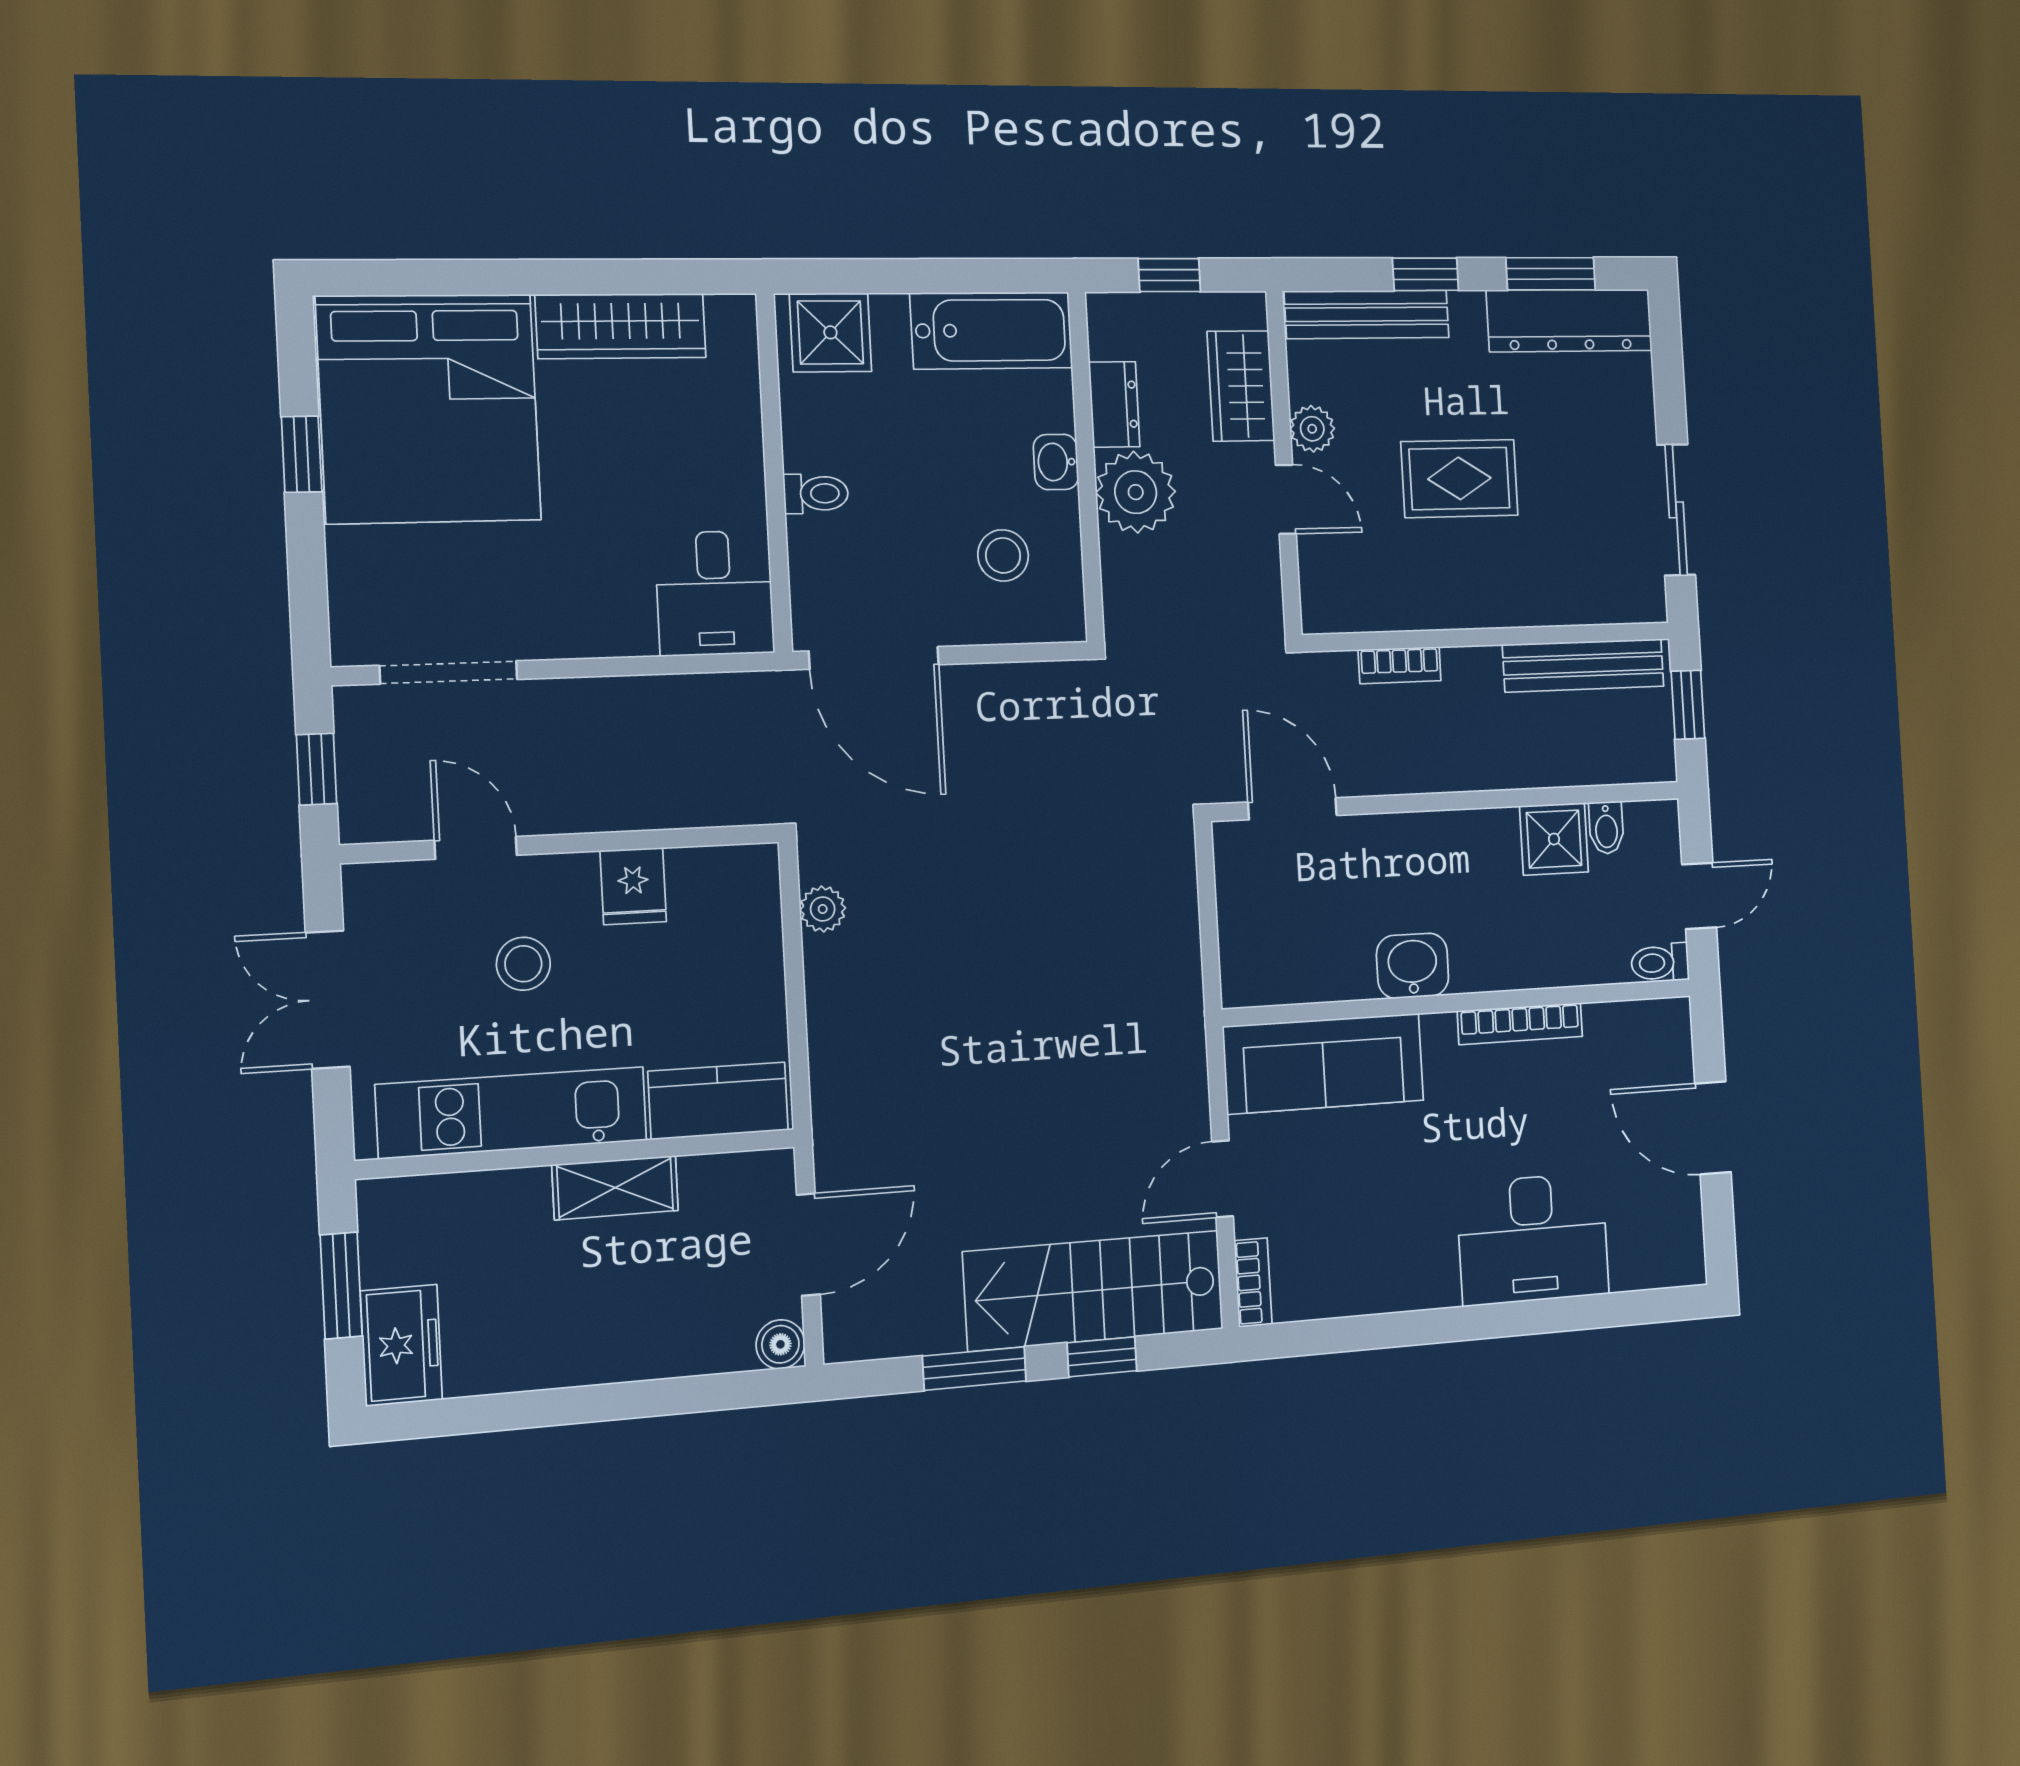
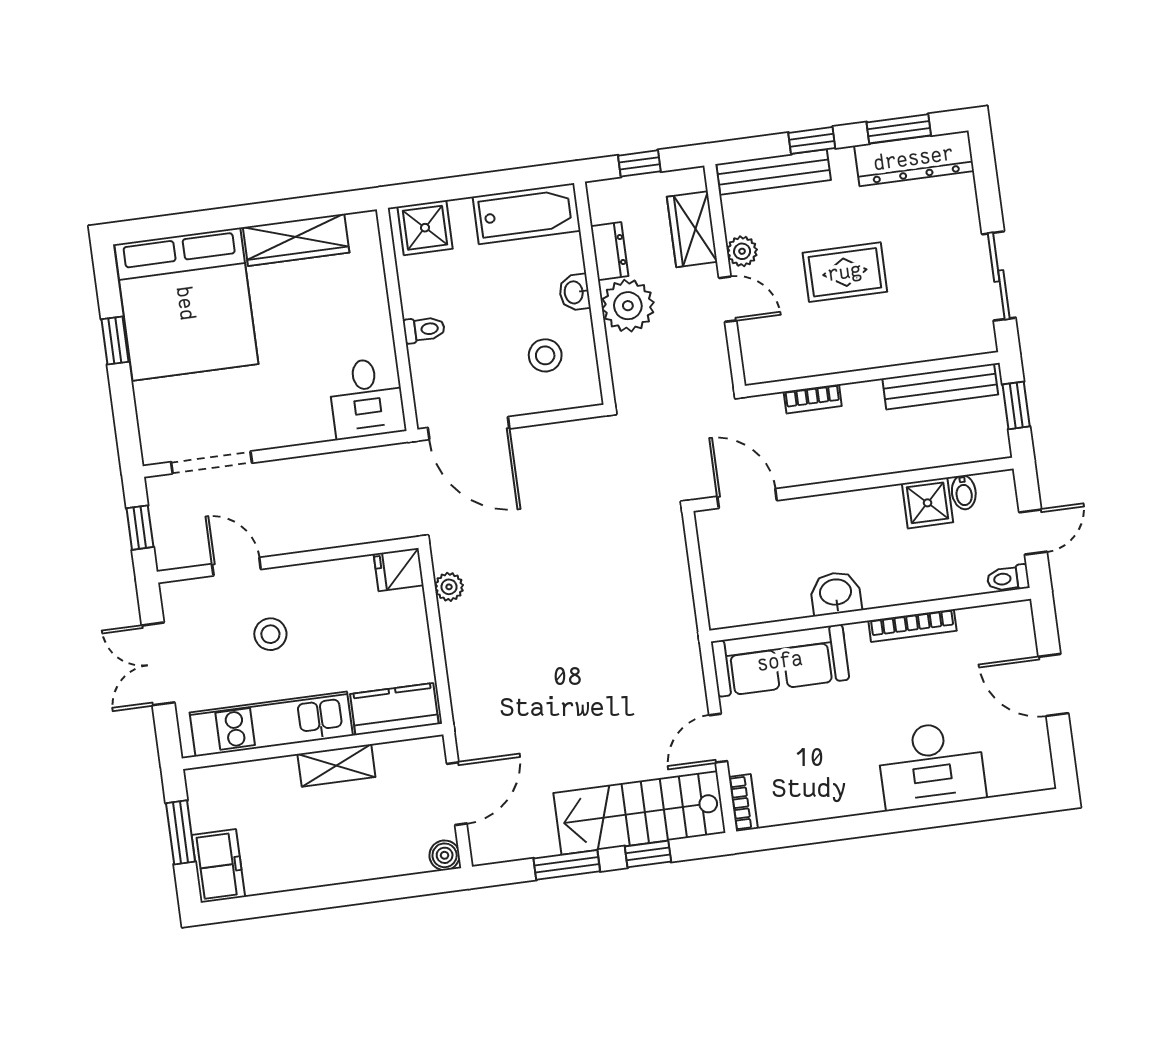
fridge: (633, 886) -> (399, 570), moved, turned 90

